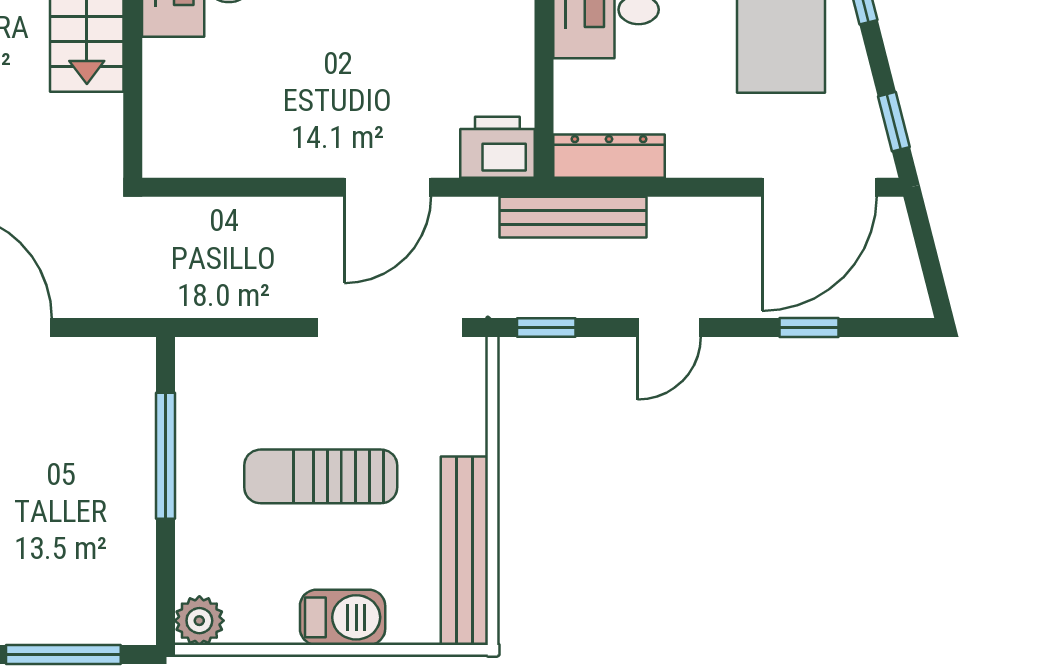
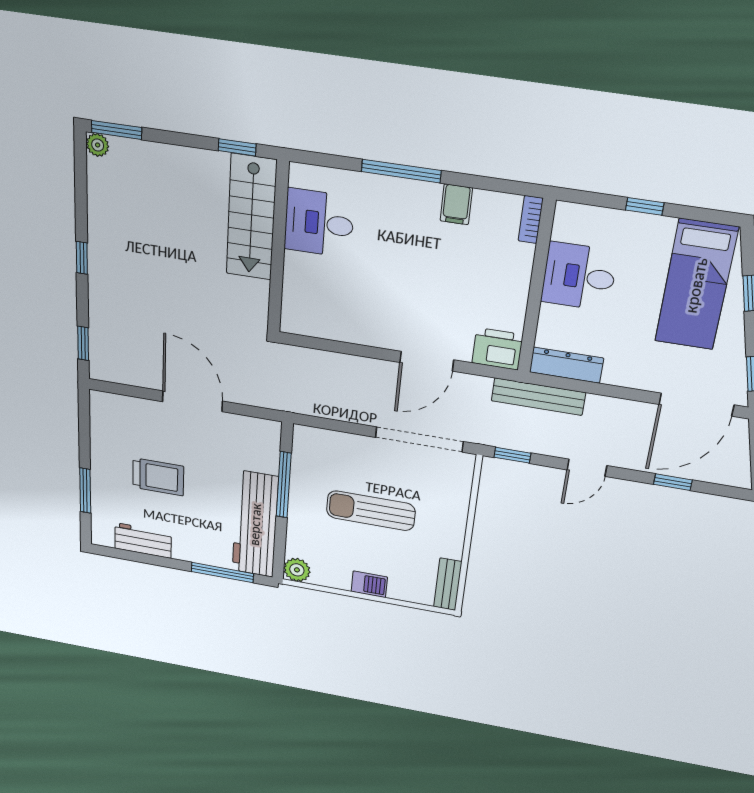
workbench: (119, 543) -> (255, 524), added
bench: (464, 551) -> (448, 584), width x0.54, depth x0.82
barbecue: (343, 617) -> (369, 584), width x0.73, depth x0.79

